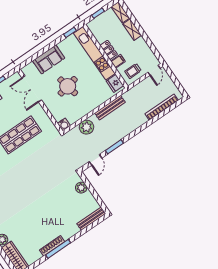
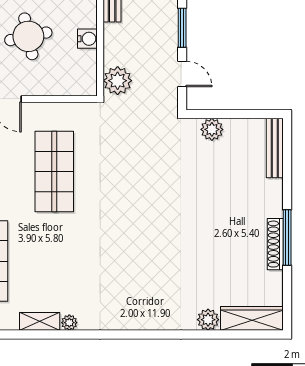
water cooler: (64, 125) -> (87, 39), moved
plant: (87, 127) -> (118, 81), moved

